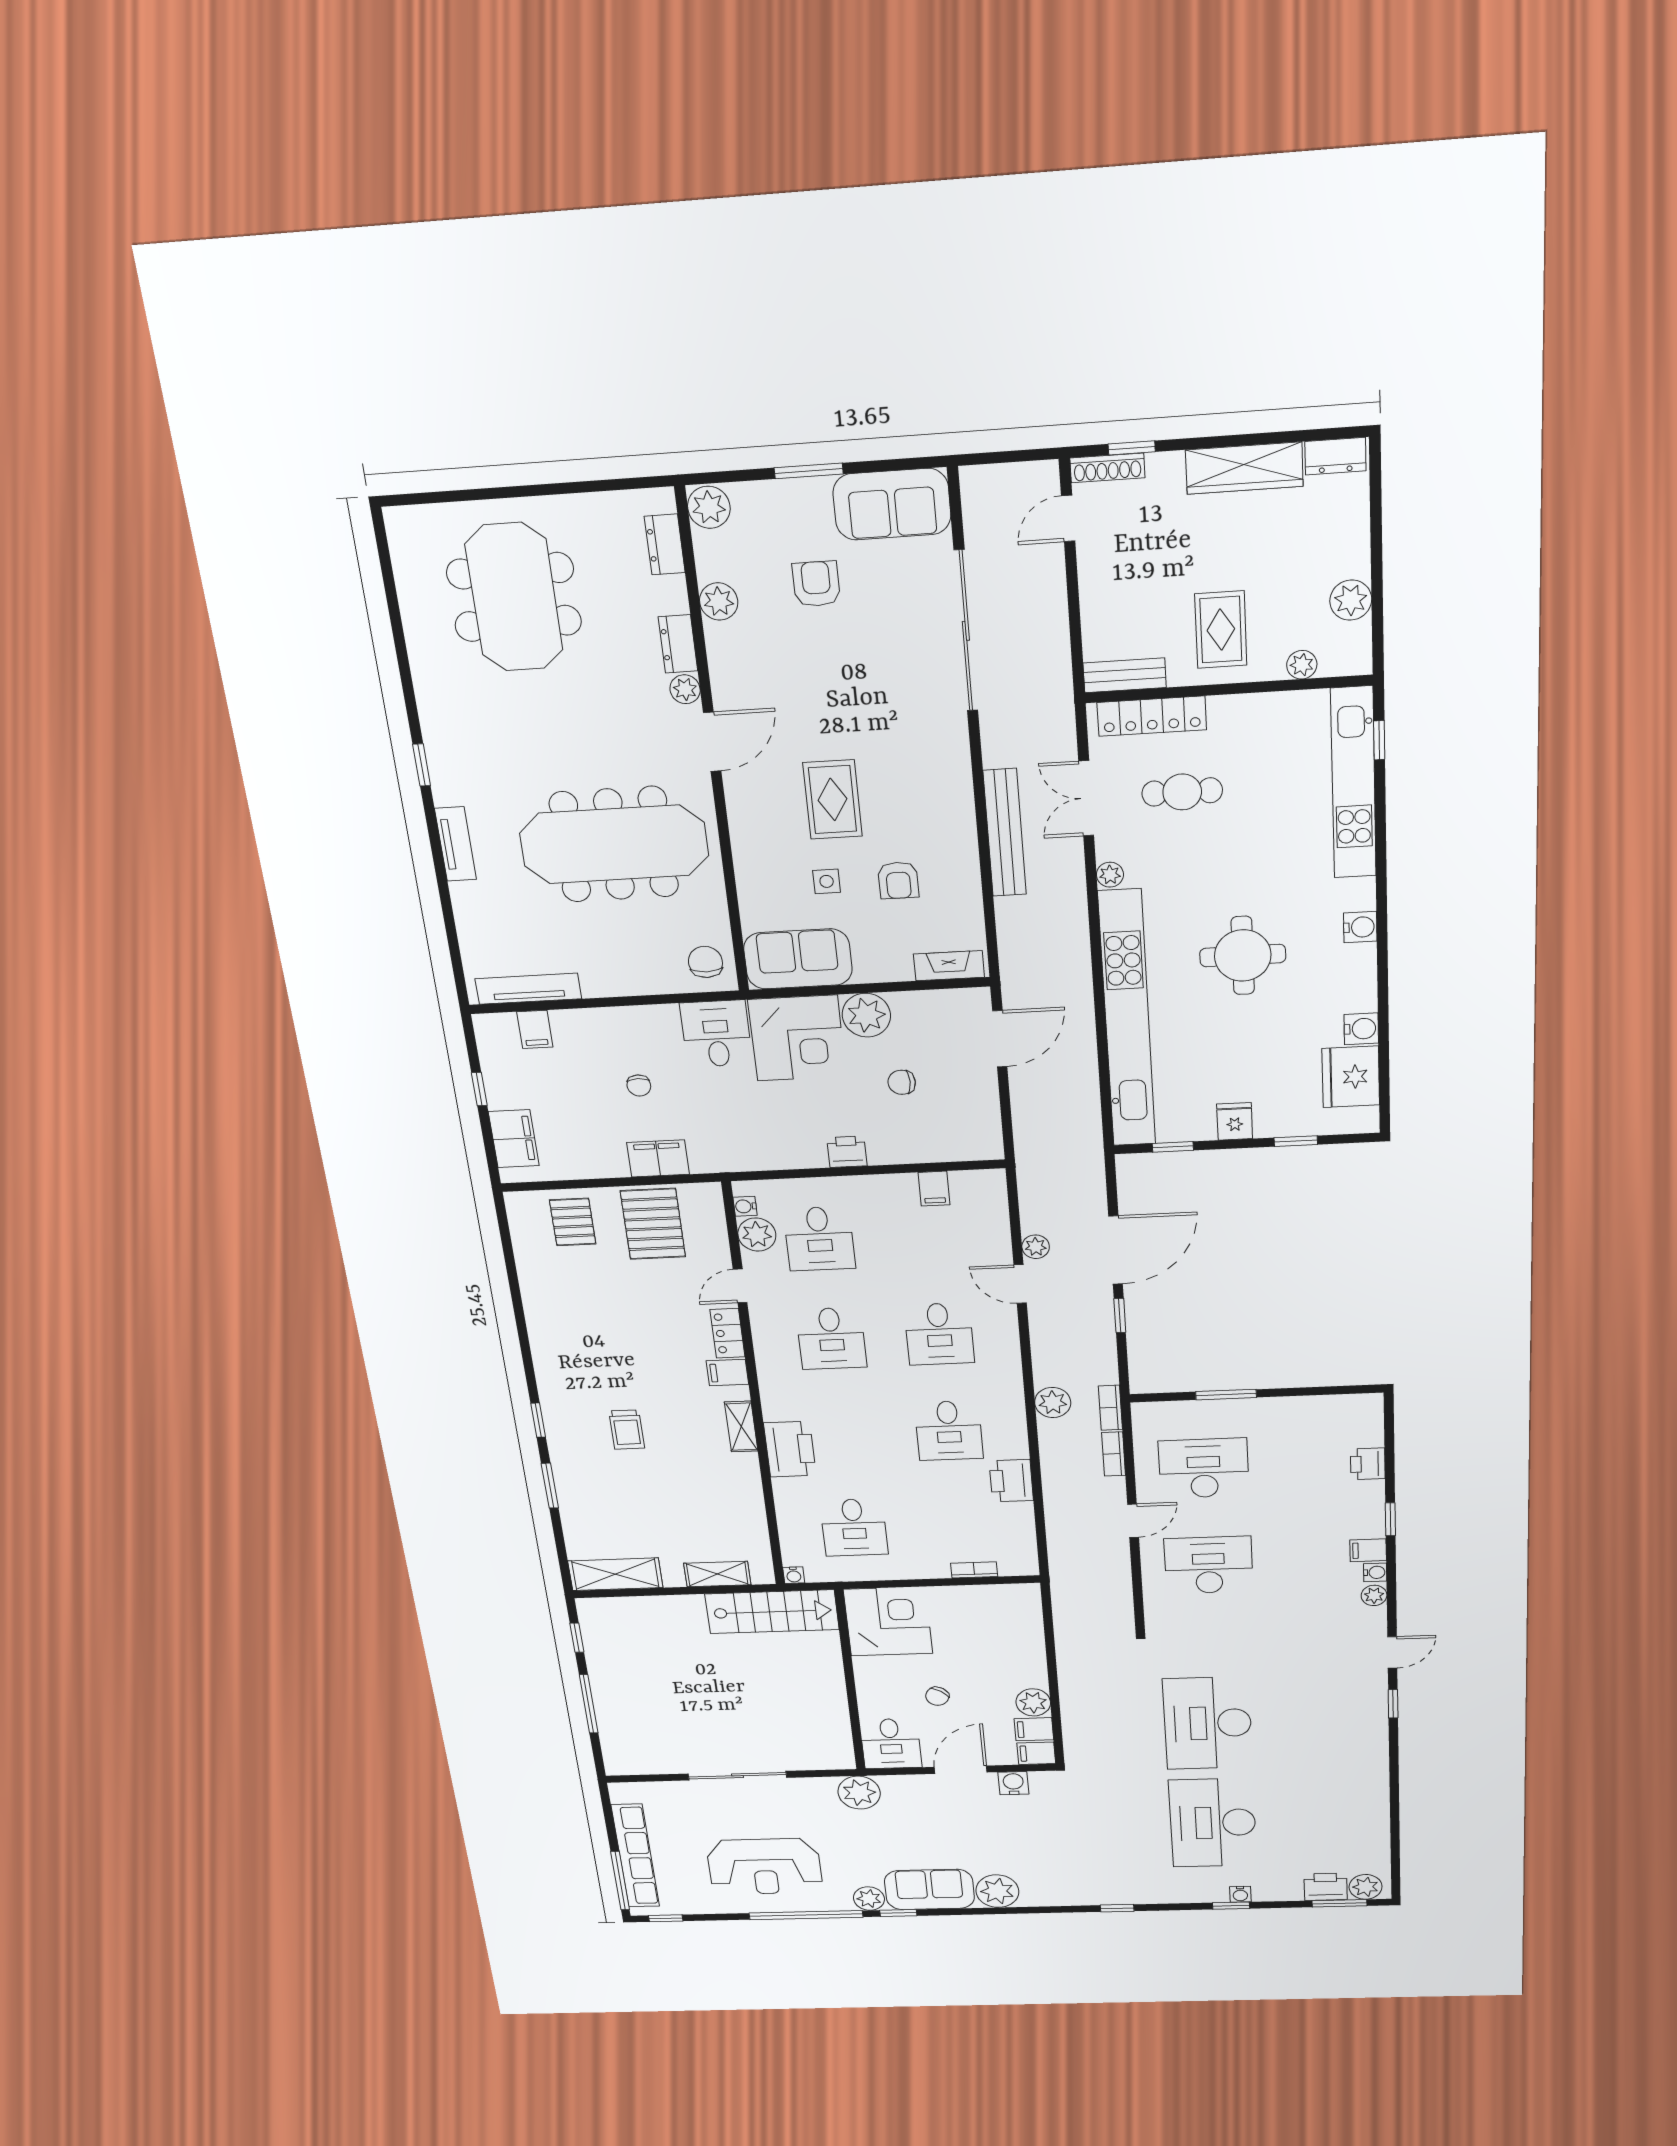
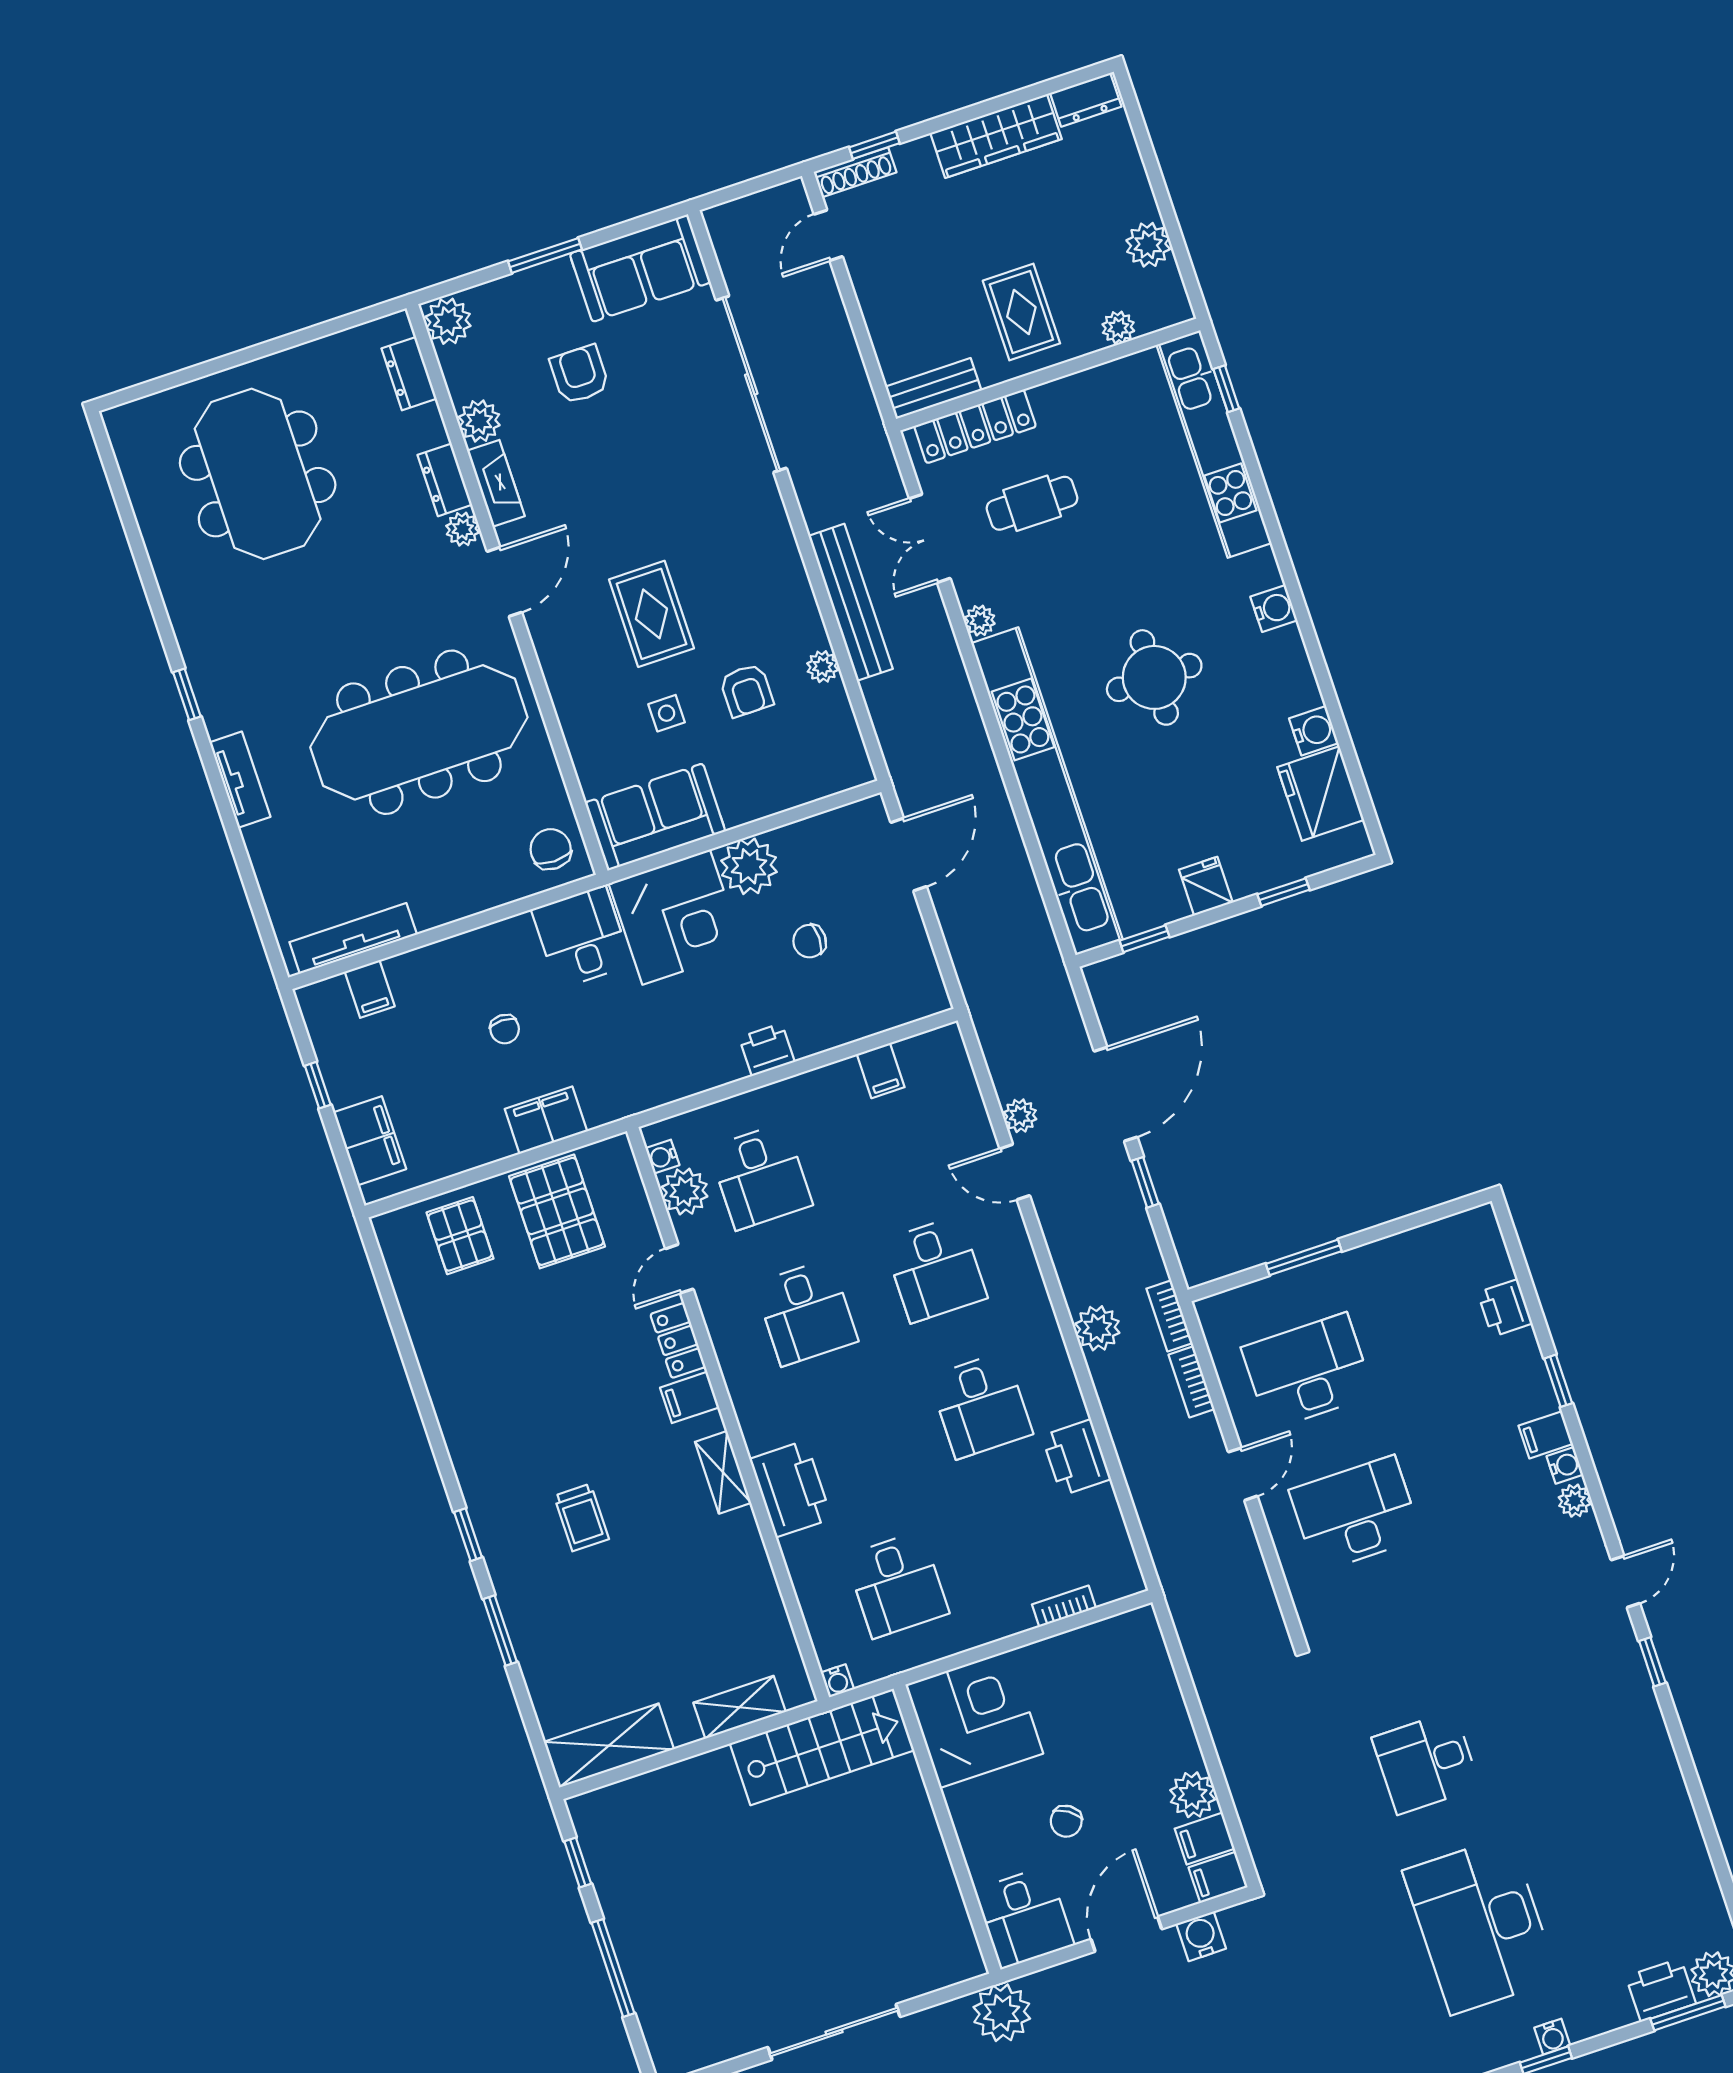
plant: (967, 878) -> (823, 667), added
fireplace: (949, 966) -> (496, 483), moved, turned 90
desk: (1208, 1723) -> (1426, 1763), width x0.53, depth x0.77

